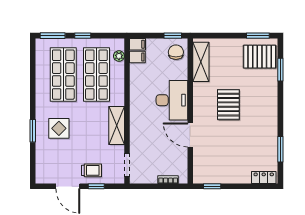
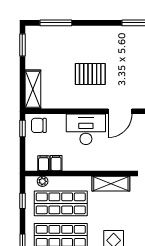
window: (83, 36) -> (22, 201), moved
filing cabinet: (138, 44) -> (56, 163), moved
pallet: (260, 57) -> (43, 43), removed
shelving: (201, 62) -> (33, 89), moved, turned 90
window: (280, 70) -> (56, 23), width x1.44

